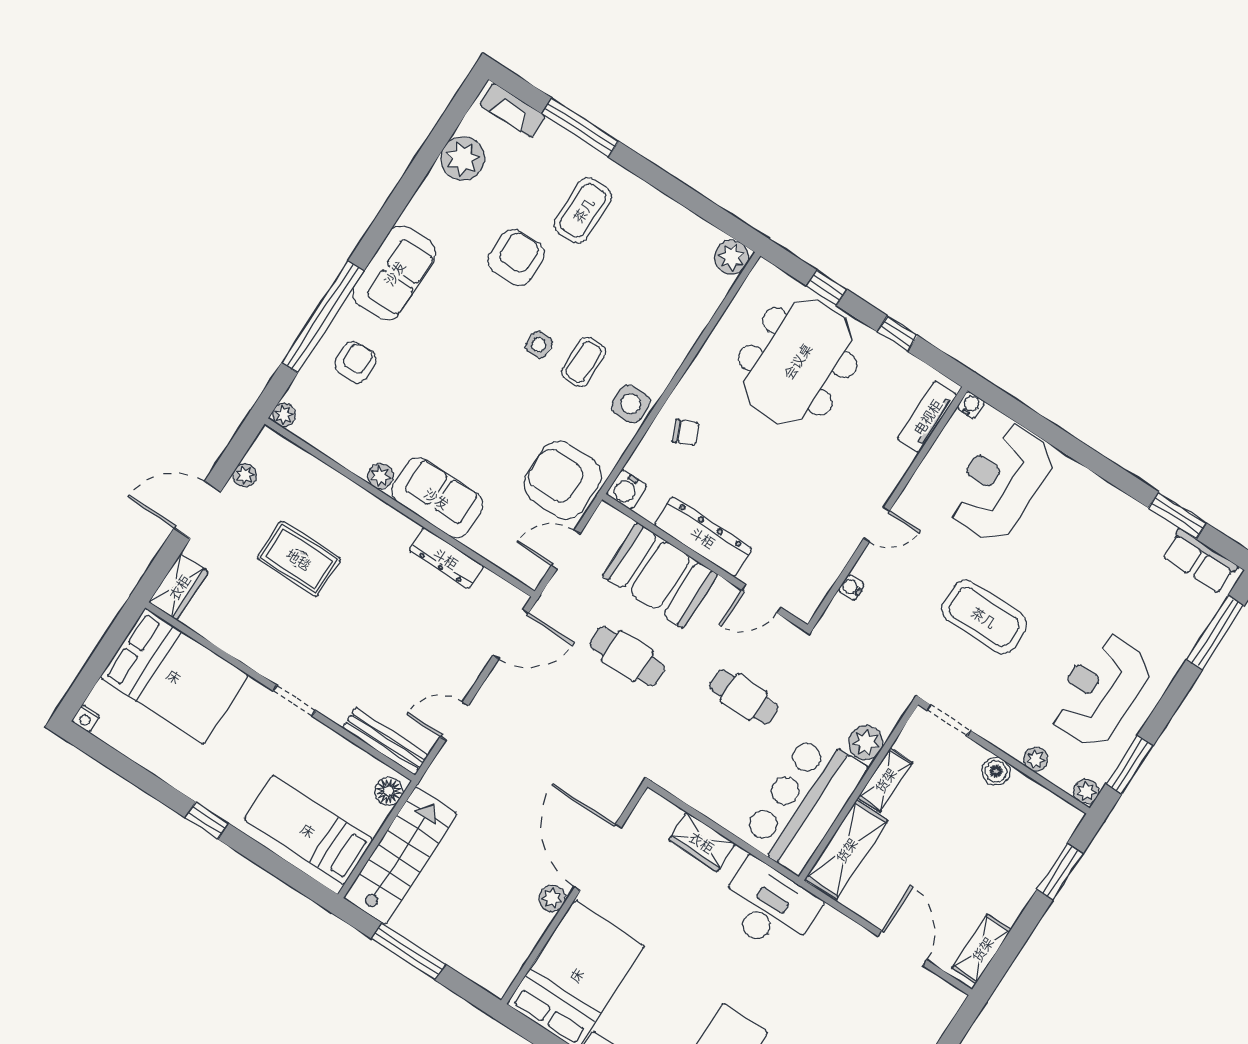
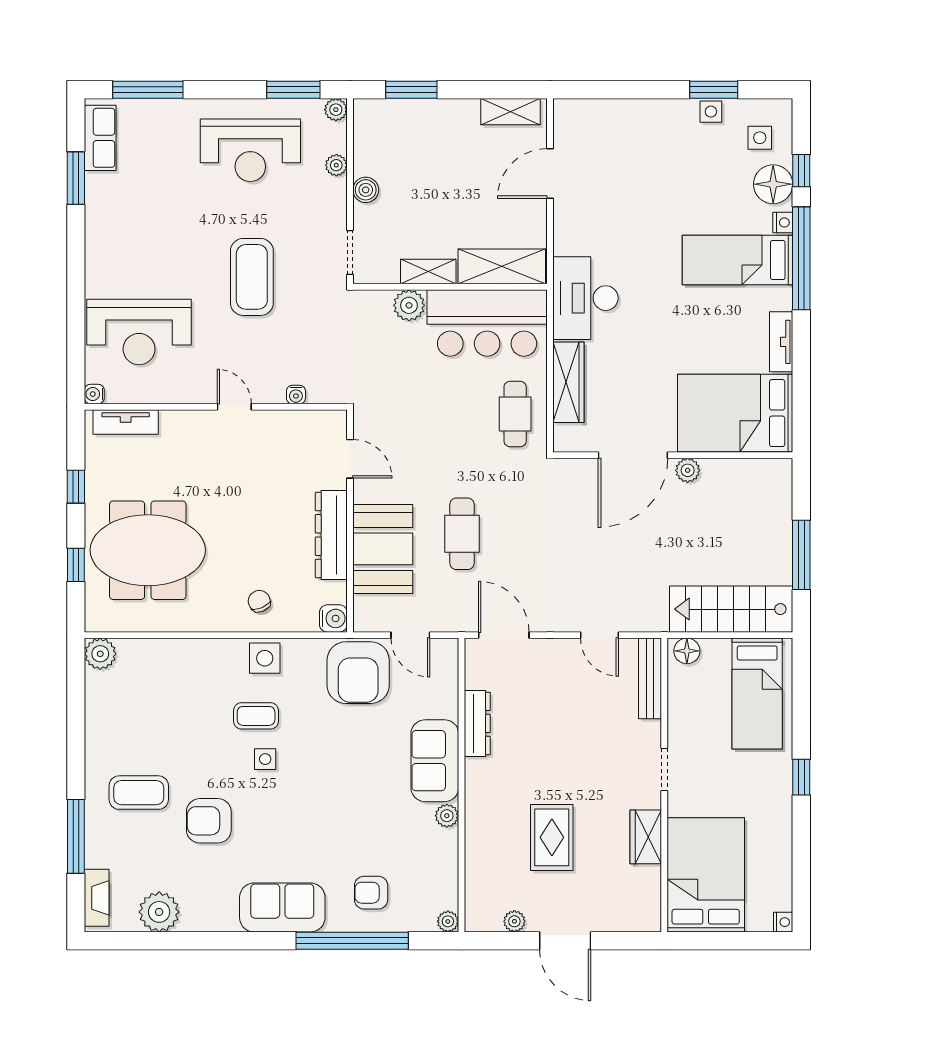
wardrobe: (179, 587) -> (646, 837), moved, turned -90
cafe table: (744, 697) -> (515, 414), moved
wardrobe: (702, 842) -> (568, 382), width x1.50

